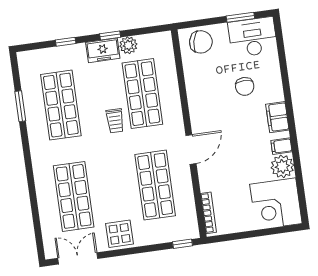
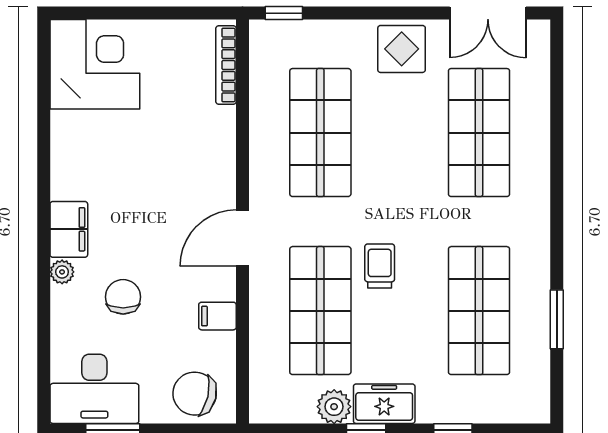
filing cabinet: (281, 146) -> (217, 316), moved, turned 180
door: (191, 150) -> (243, 238), moved
plant: (282, 166) -> (62, 272), moved, width x0.53, depth x0.53

